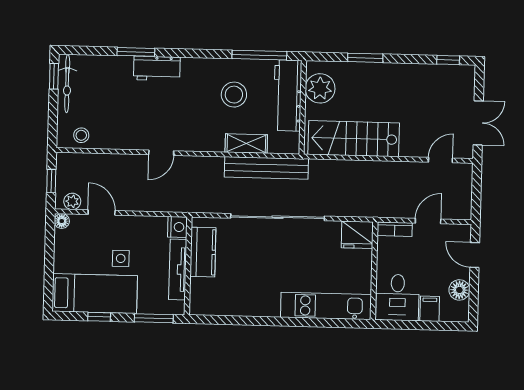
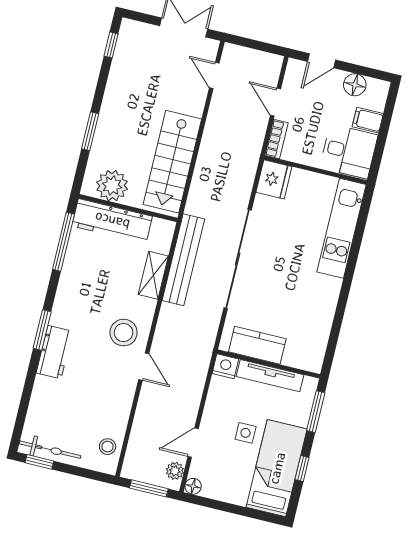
window: (136, 52) -> (42, 330), moved
stool: (234, 95) -> (124, 333), moved
window: (51, 181) -> (149, 488), width x1.50

